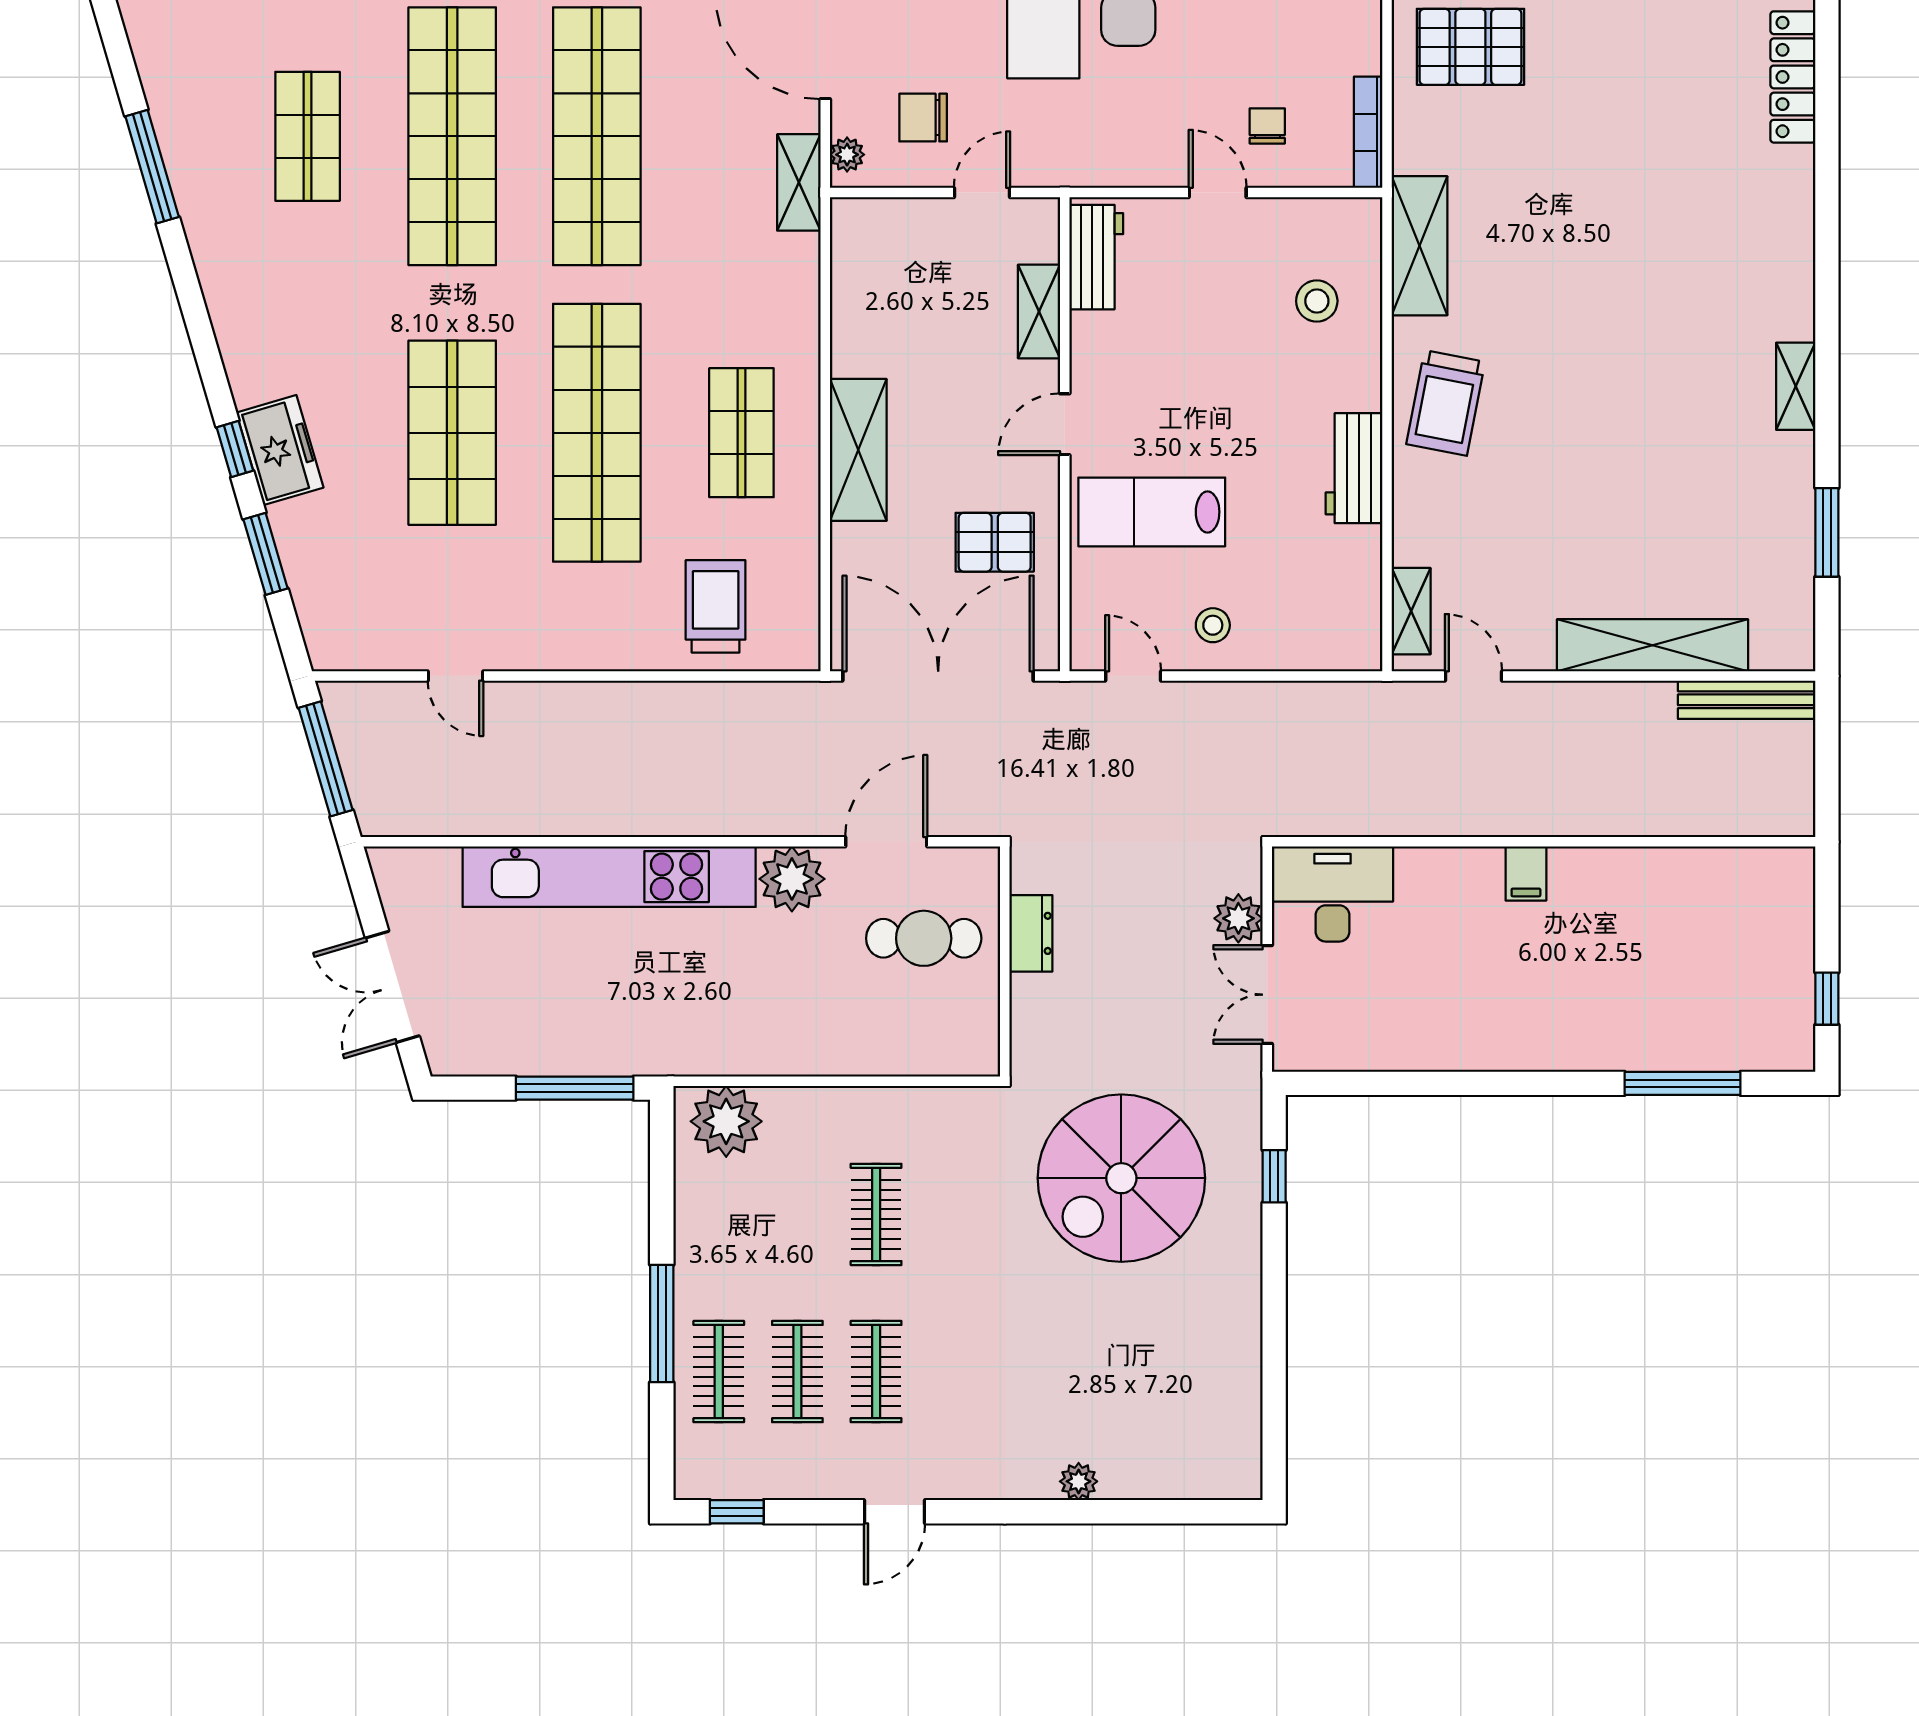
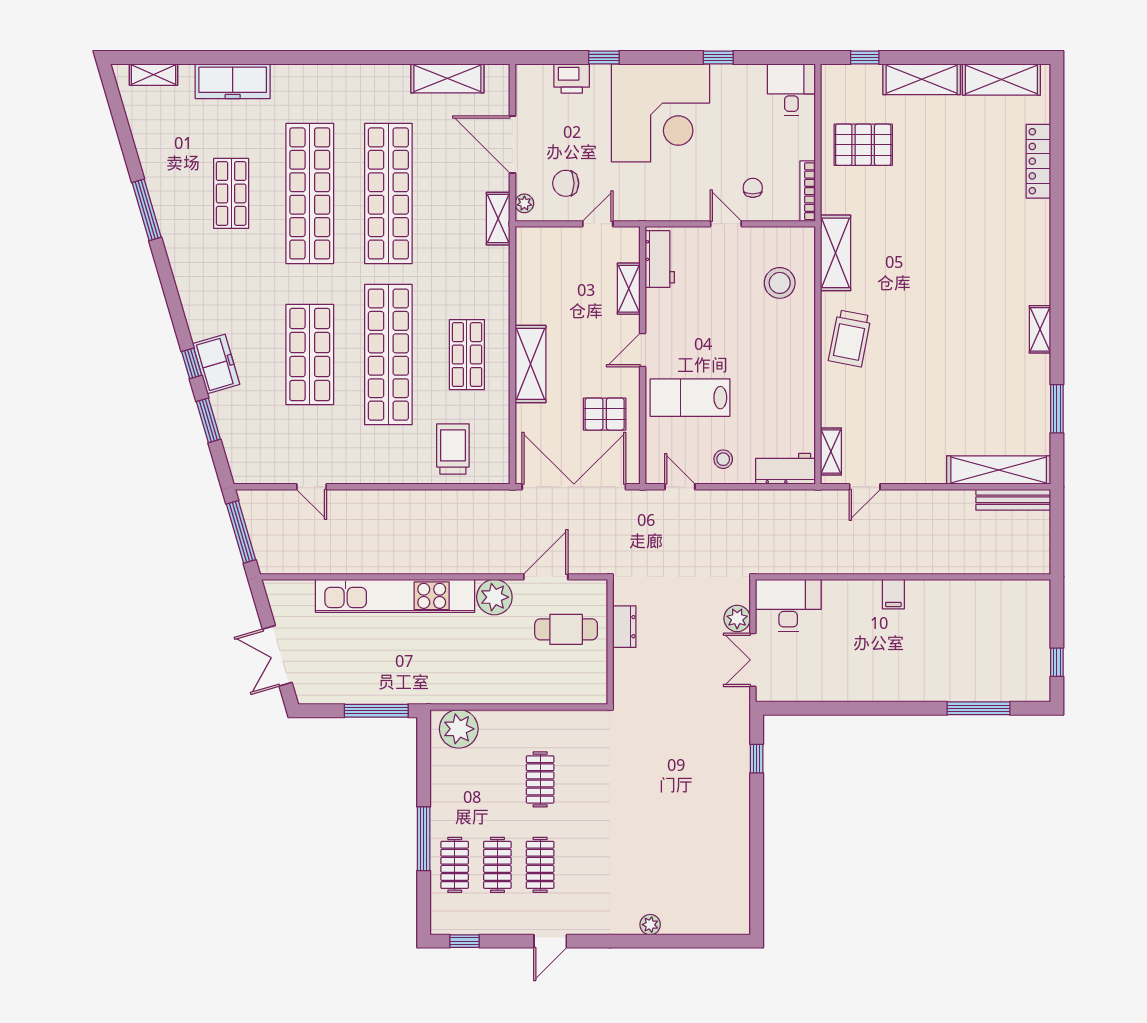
stool: (1317, 301) -> (780, 283), width x1.38, depth x1.38
workbench: (1354, 468) -> (785, 469), moved, turned 90
shelving: (1653, 645) -> (999, 470), moved
door: (1473, 676) -> (865, 487), swing flipped
spiral stairs: (1121, 1178) -> (673, 760), removed

